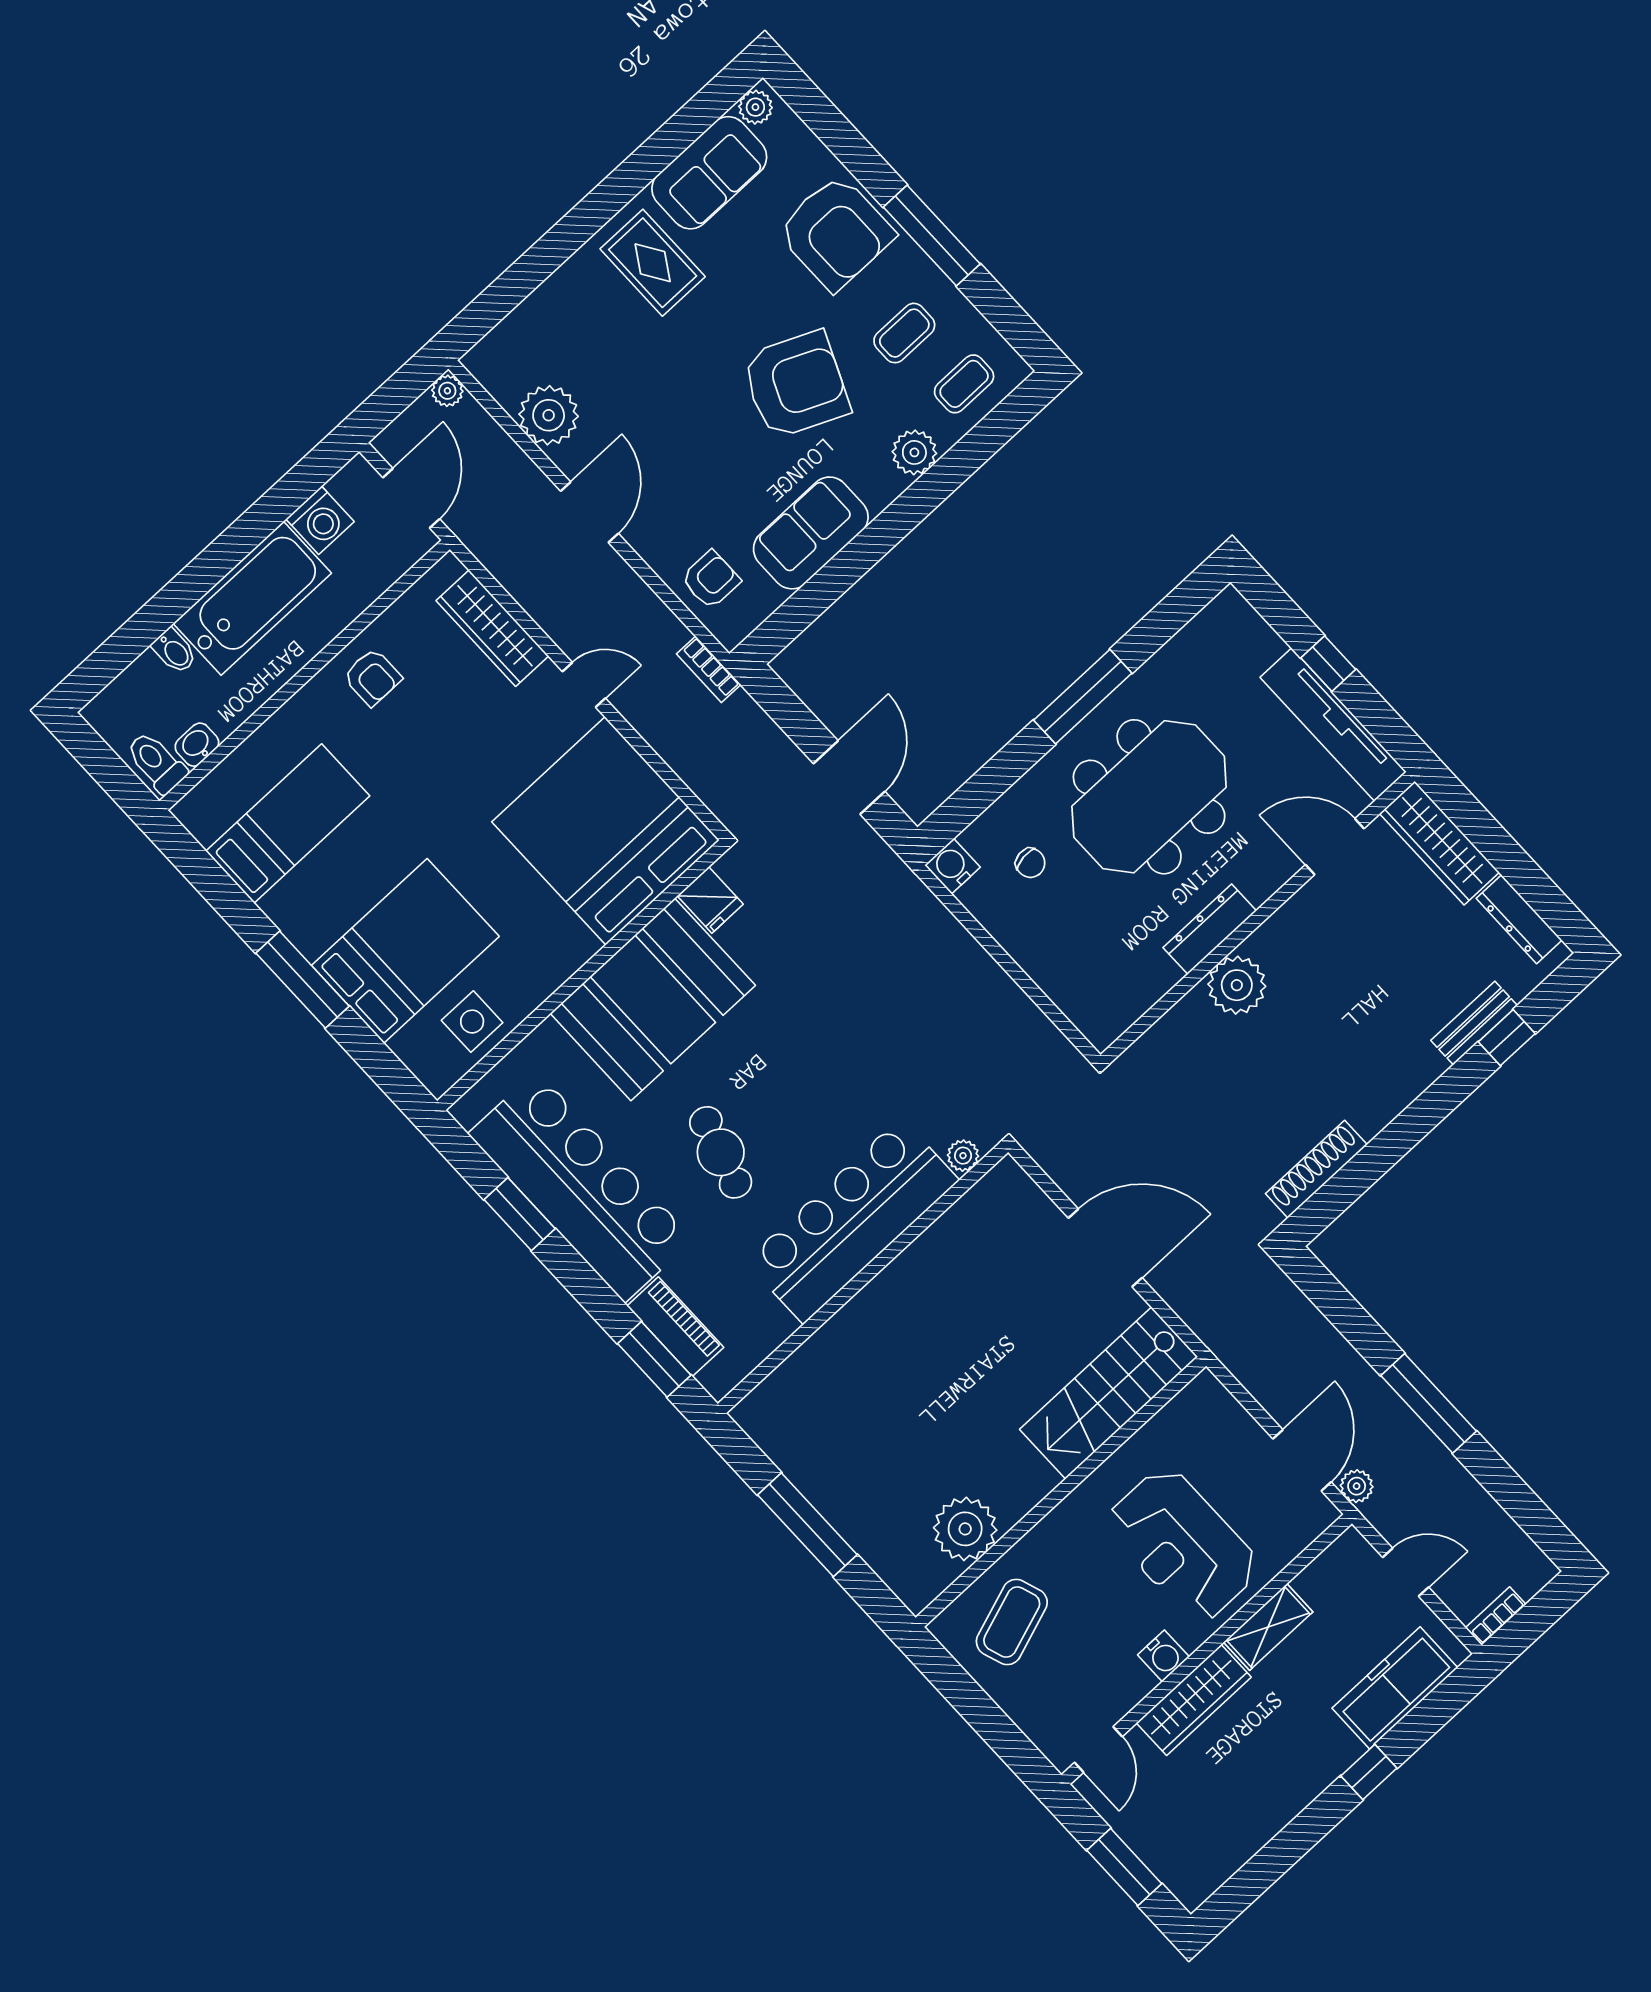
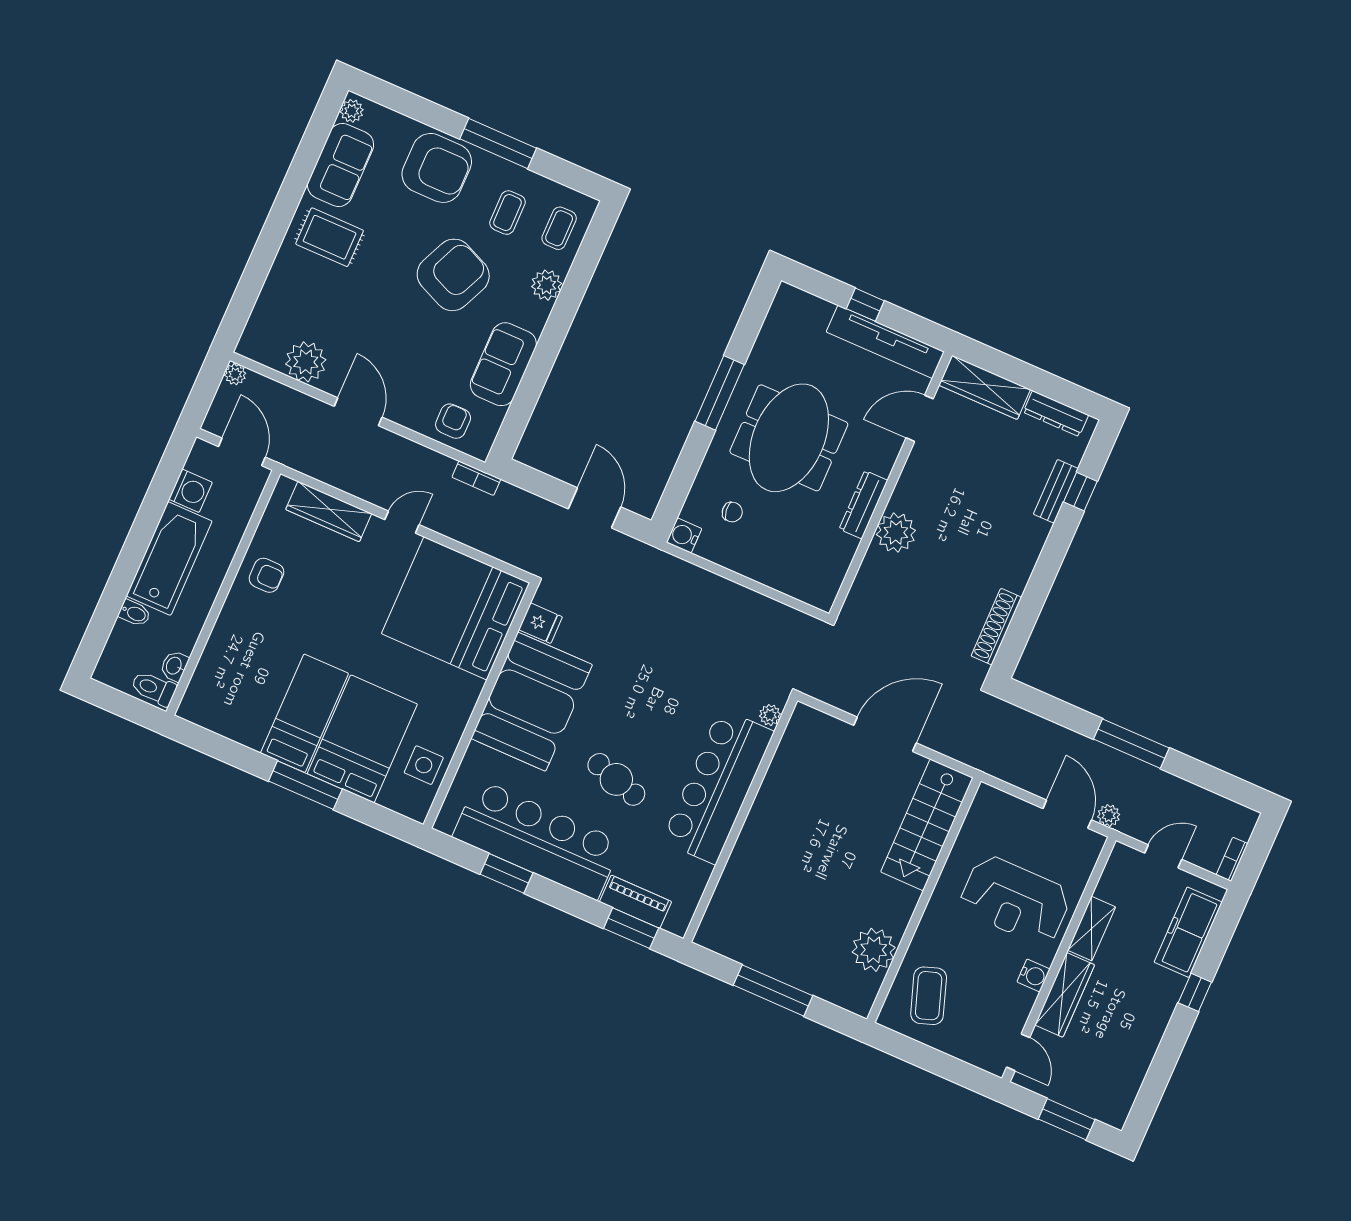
bed: (288, 823) -> (305, 713), moved

